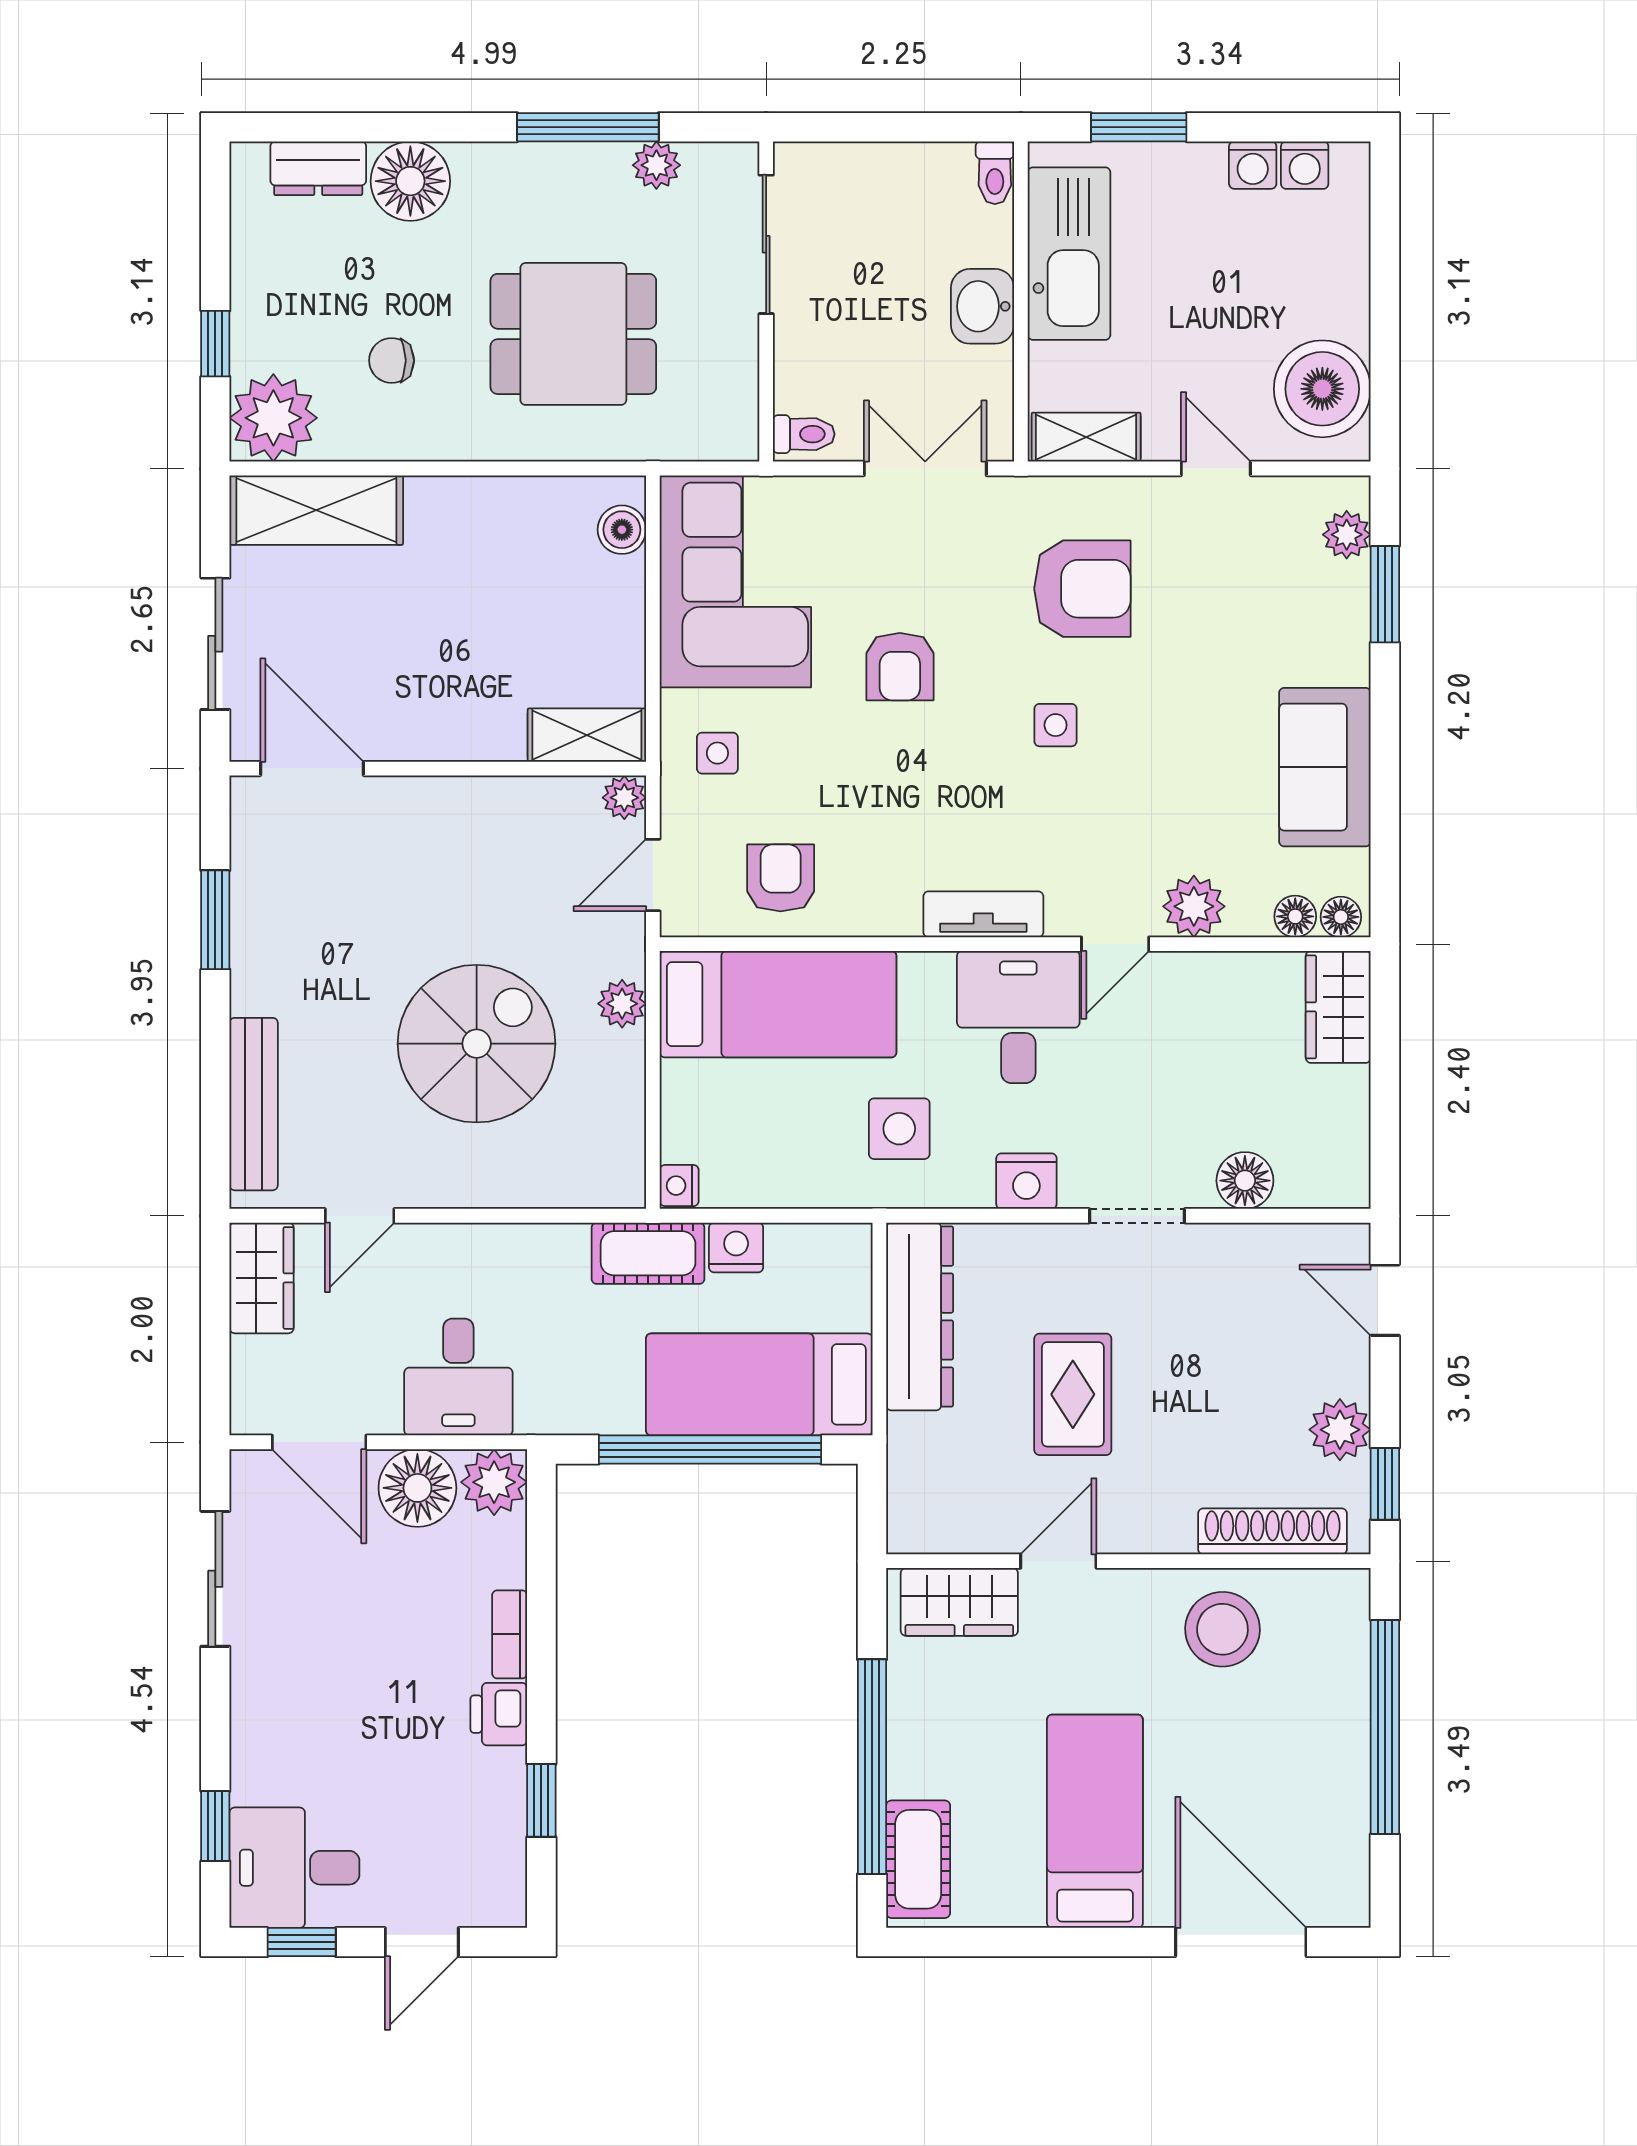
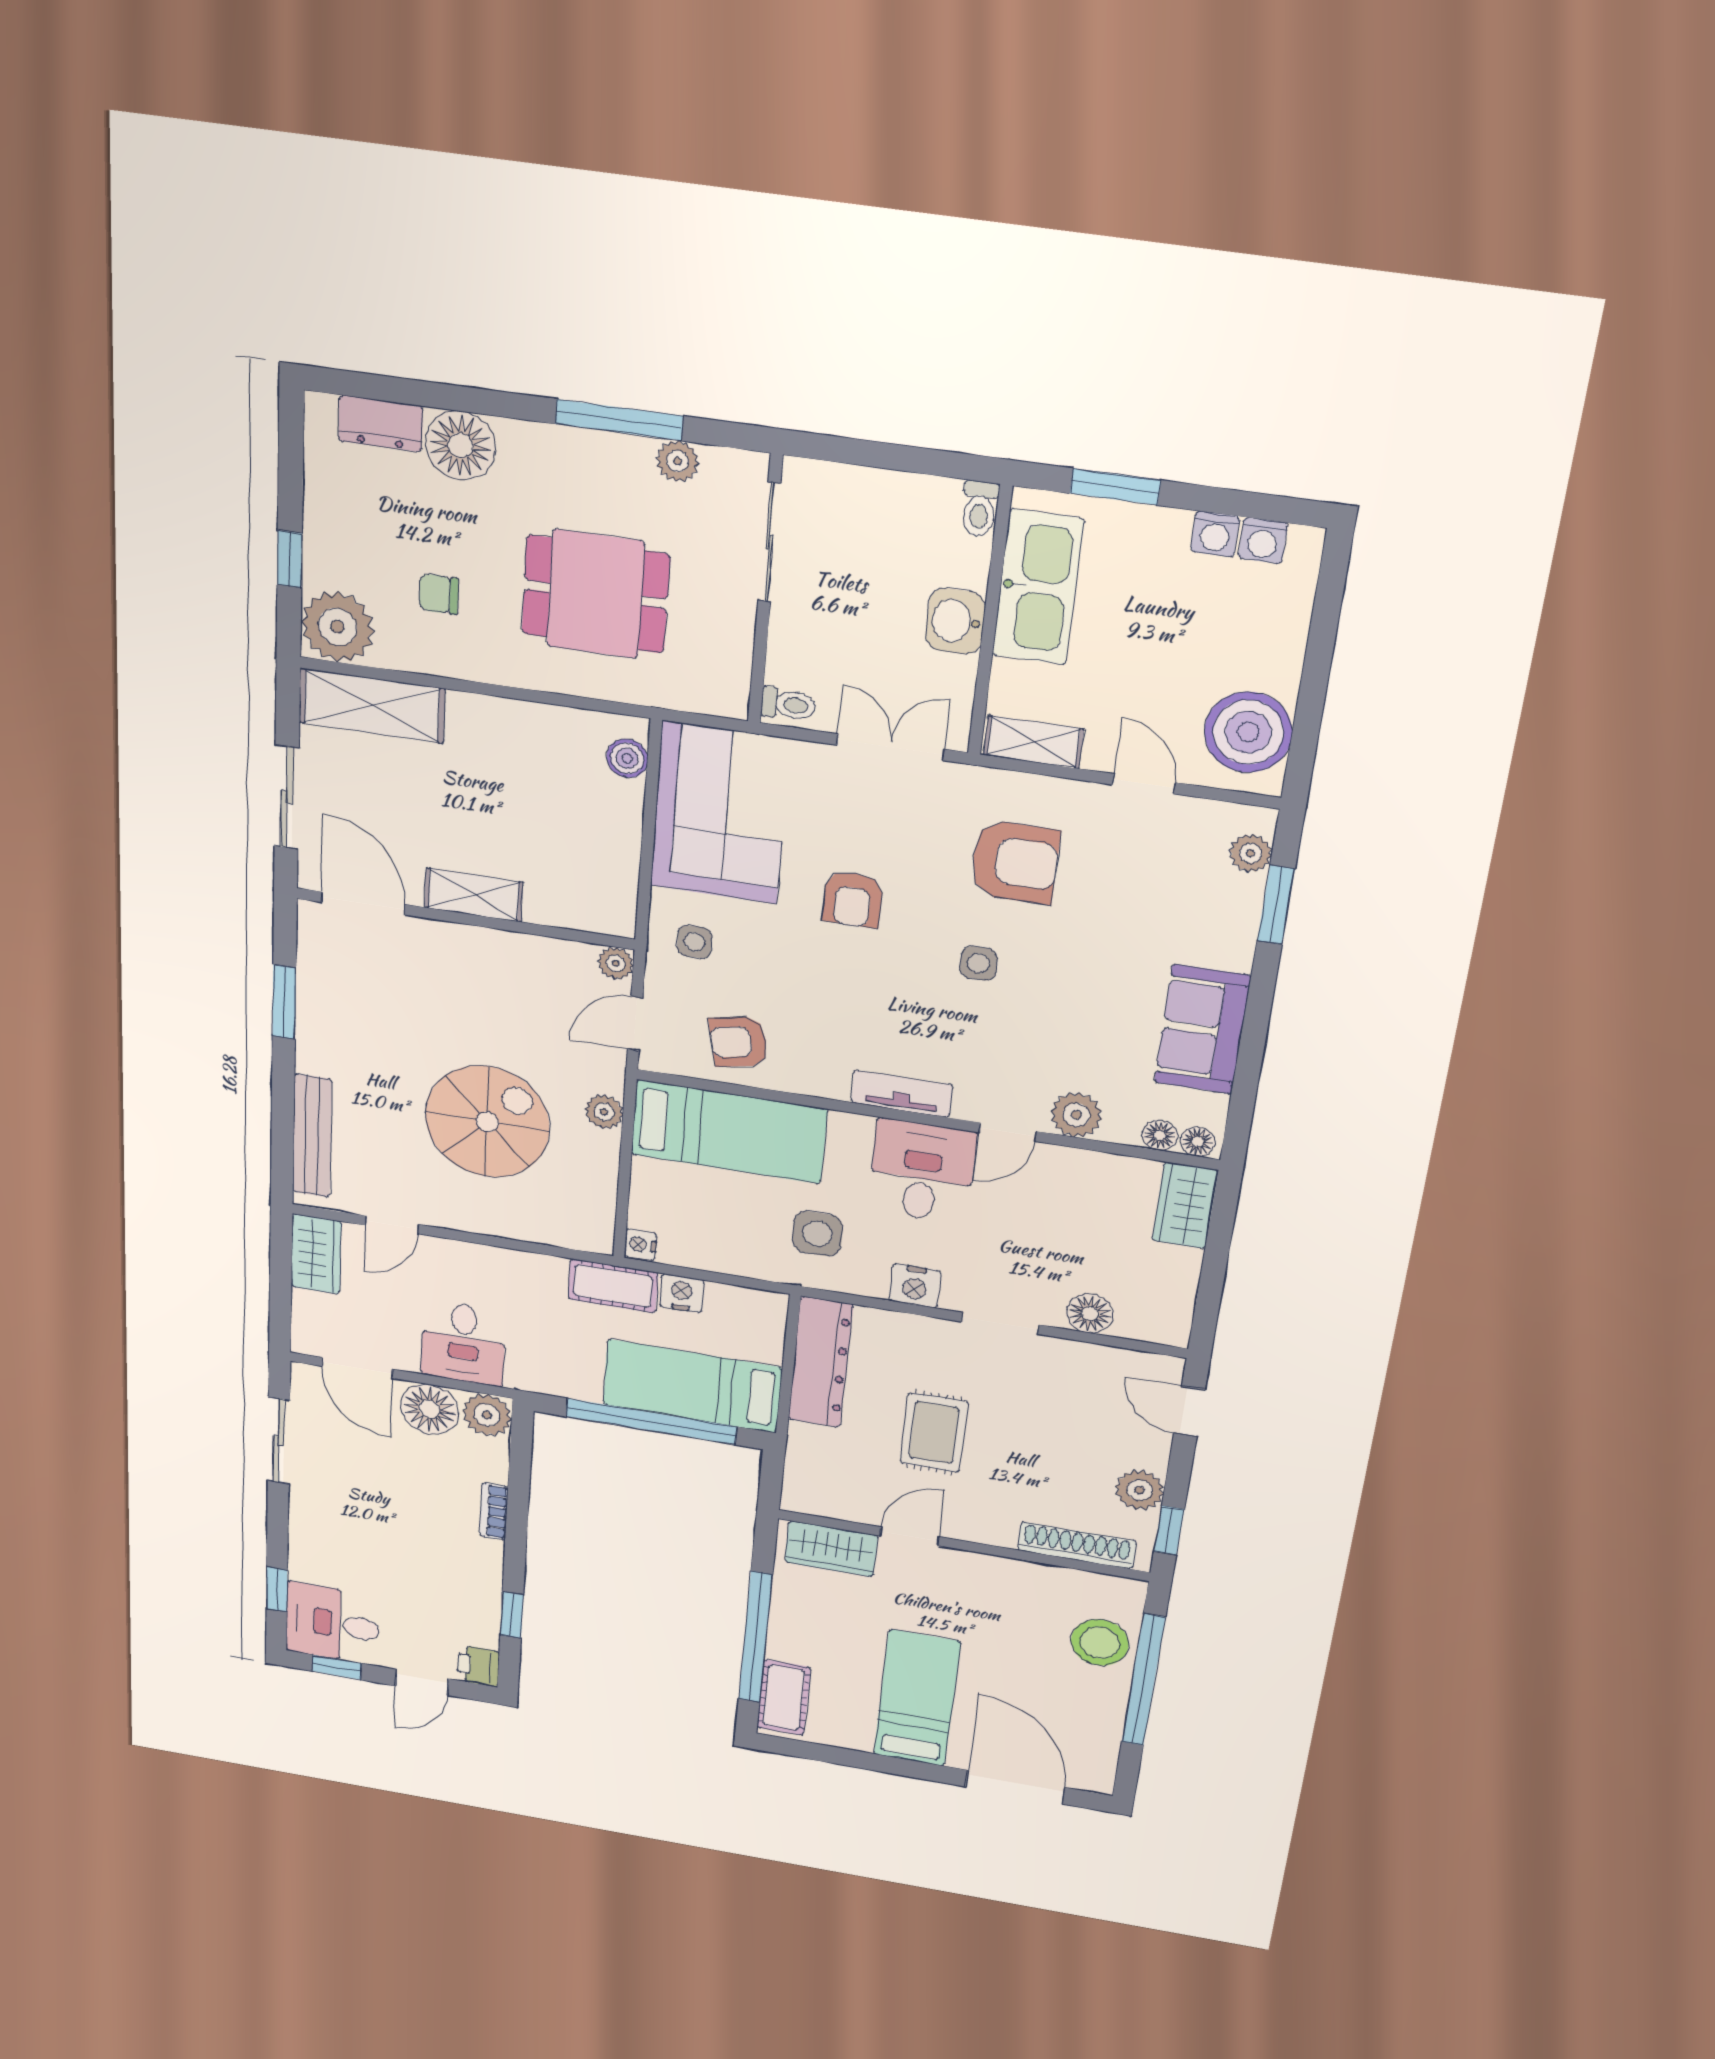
shelving: (587, 735) -> (474, 895), moved
armchair: (781, 878) -> (739, 1042), turned -102
stool: (1222, 1629) -> (1100, 1642), moved
printer: (499, 1714) -> (478, 1666), moved

